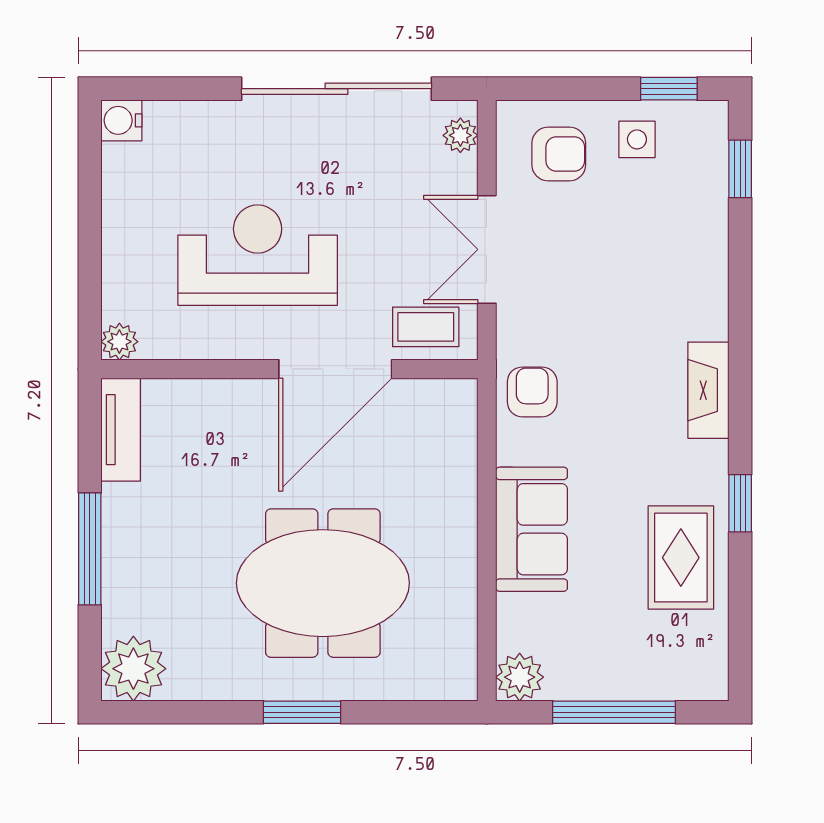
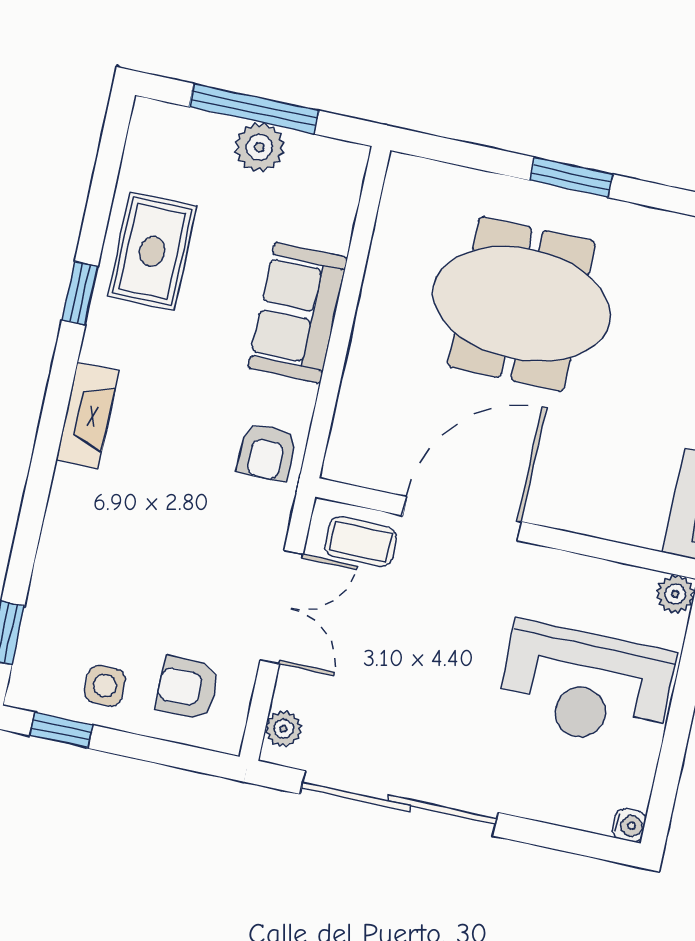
water cooler: (121, 120) -> (629, 825), width x0.72, depth x0.72
reception desk: (258, 255) -> (586, 686), moved
plant: (520, 677) -> (260, 147), moved

